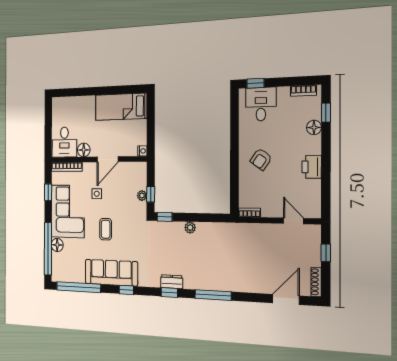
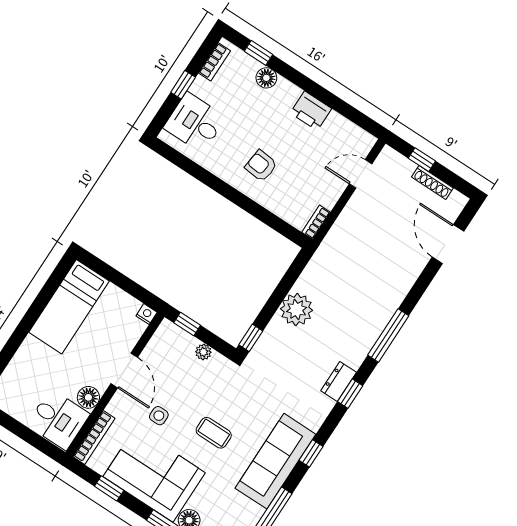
window: (255, 83) -> (183, 85), moved
armchair: (261, 159) -> (261, 166), turned 151
window: (151, 194) -> (187, 324), moved
plant: (190, 228) -> (297, 309), width x1.87, depth x1.87
shoe rack: (316, 282) -> (432, 182), moved

